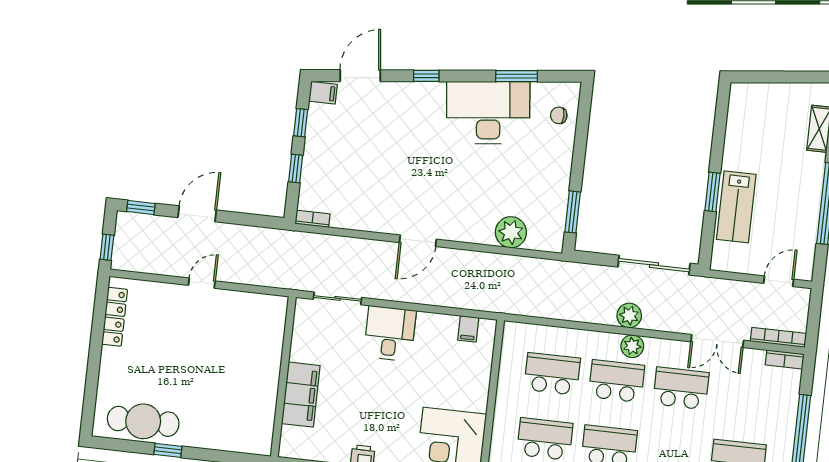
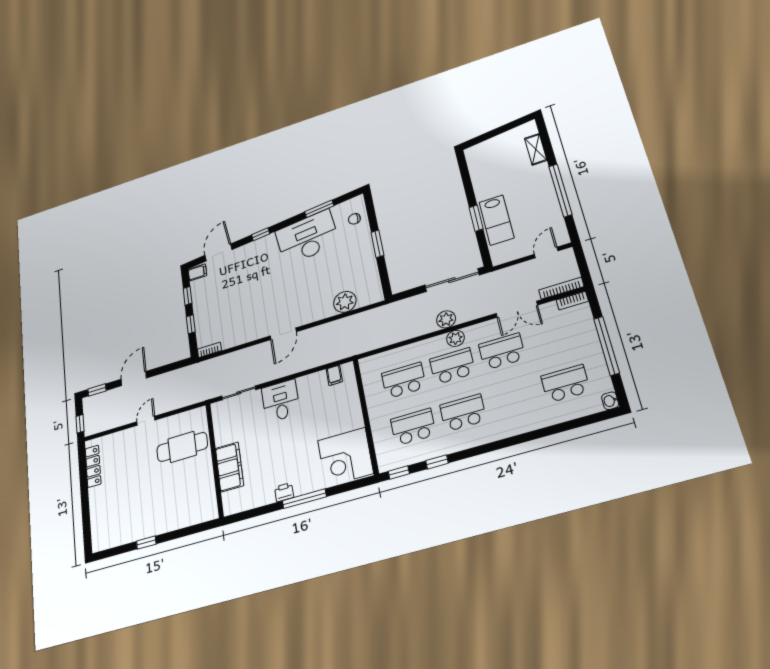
window: (573, 212) -> (377, 244), moved
cafe table: (143, 421) -> (182, 447), moved

